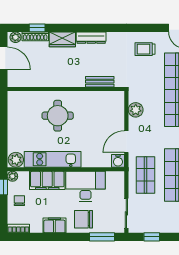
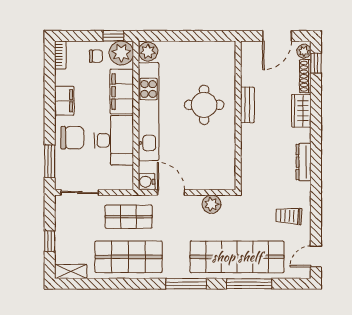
window: (37, 28) -> (316, 63), moved
dresser: (91, 38) -> (304, 162), moved
trolley: (145, 49) -> (289, 216), turned -87
bench: (100, 82) -> (247, 105), moved
kitchen unit: (53, 159) -> (149, 112), width x1.36
plant: (12, 176) -> (121, 53), width x1.88, depth x1.88
chair: (83, 219) -> (72, 138), turned 90
window: (152, 237) -> (50, 241), moved

